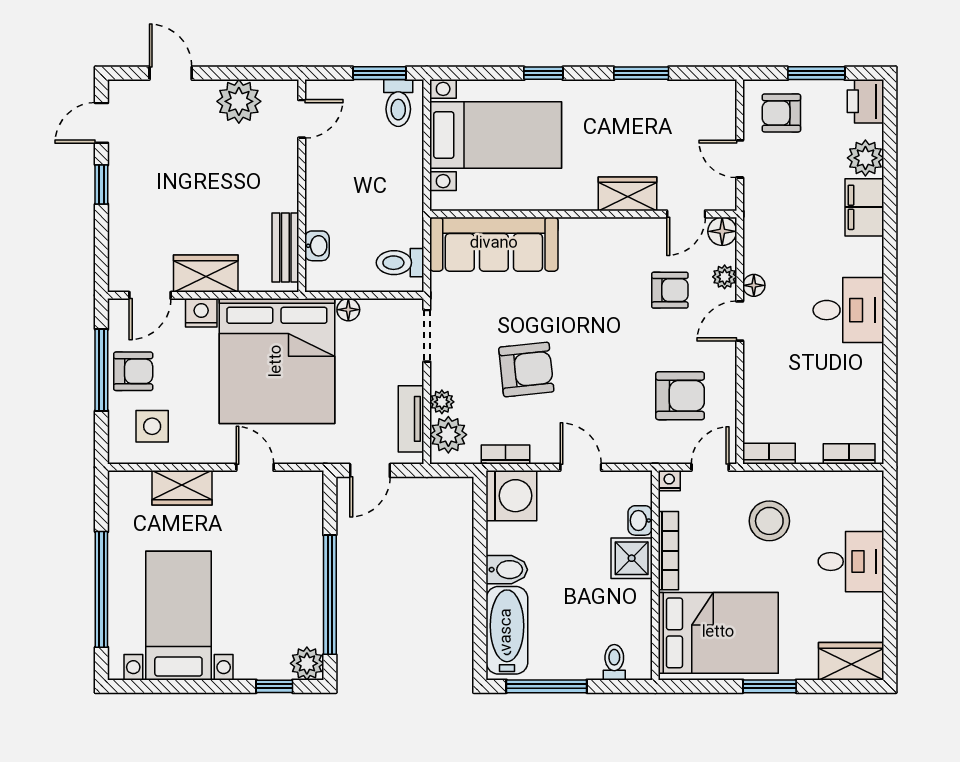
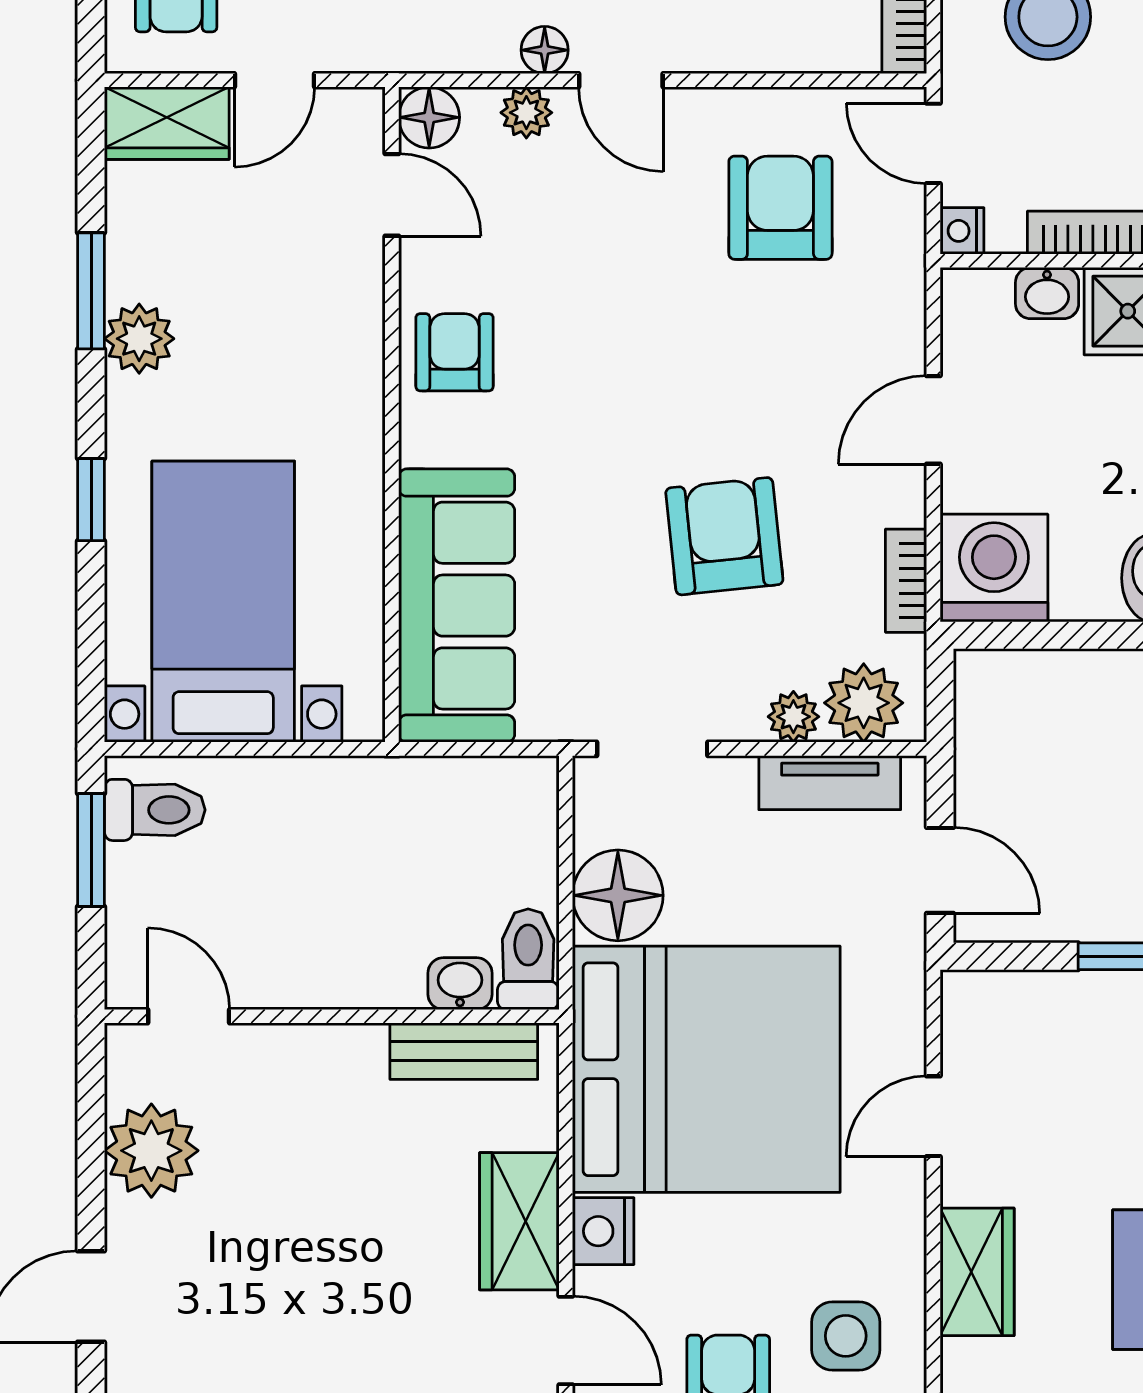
plant: (619, 96) -> (139, 339), added
wardrobe: (628, 194) -> (167, 123), moved, turned -90
toilet: (400, 263) -> (528, 959), moved, turned 180
armchair: (670, 290) -> (455, 352), moved
floor lamp: (348, 310) -> (618, 895), width x1.89, depth x1.89

